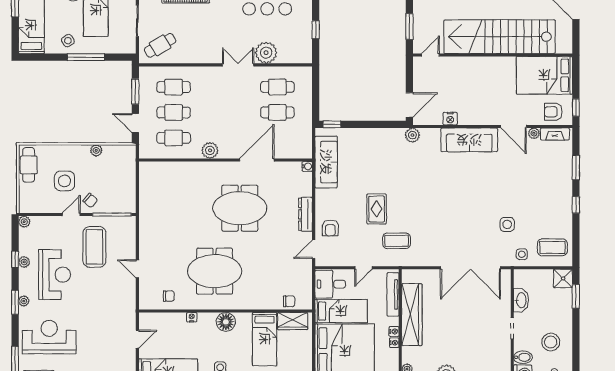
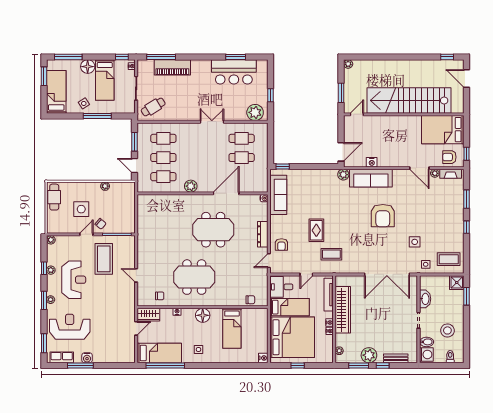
plant: (266, 53) -> (255, 112), moved
sofa: (469, 140) -> (371, 178), moved
armchair: (465, 190) -> (383, 216), added
wardrobe: (293, 321) -> (148, 315), moved

